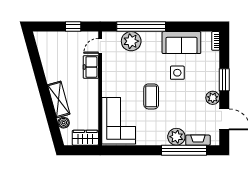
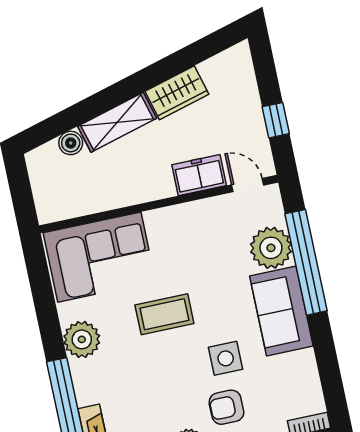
sofa: (181, 43) -> (281, 311), moved
armchair: (200, 77) -> (226, 407), added
plant: (176, 137) -> (82, 339), moved
wardrobe: (85, 138) -> (177, 93), moved, turned 75

